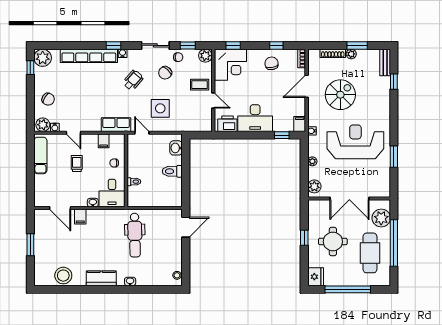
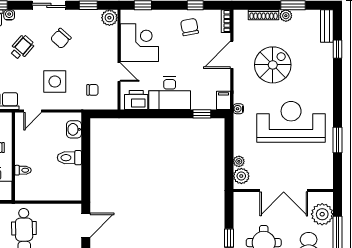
chair: (178, 57) -> (92, 90), moved
corner desk: (231, 65) -> (139, 43), moved, turned -90
coffee table: (200, 85) -> (102, 53), removed
door: (142, 133) -> (33, 111), swing flipped
plant: (312, 161) -> (239, 161), moved

